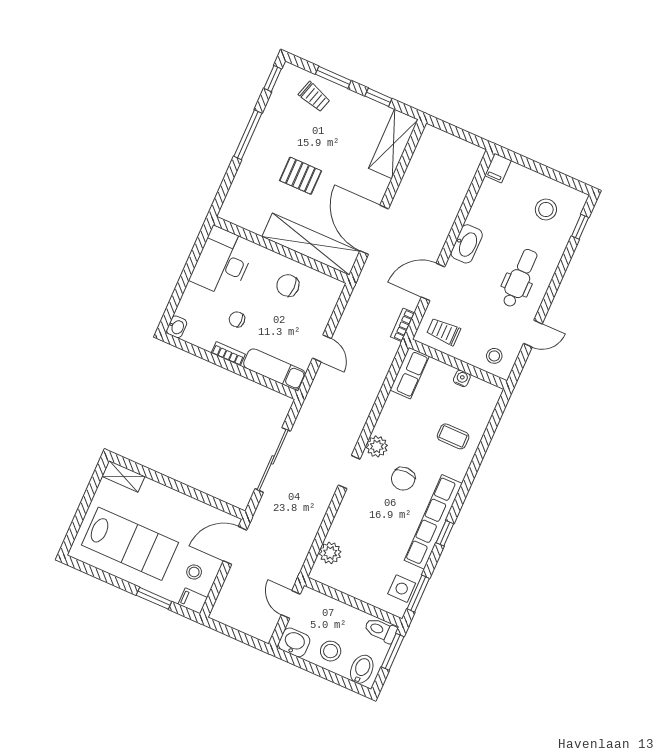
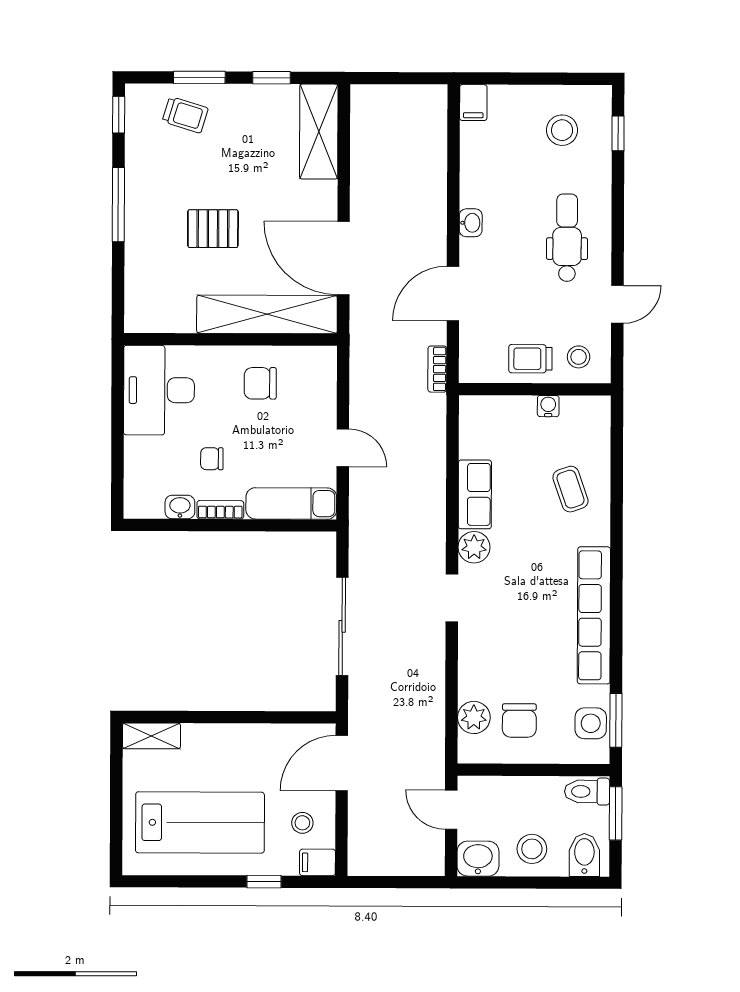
washbasin: (467, 244) -> (471, 223), width x0.52, depth x0.69
washbasin: (177, 327) -> (180, 507), moved, turned -90
trolley: (444, 332) -> (530, 359), moved
row of seats: (410, 373) -> (475, 494), moved
coffee table: (453, 436) -> (570, 489), turned 71
chair: (403, 479) -> (519, 720), moved
window: (445, 533) -> (616, 624), removed
window: (154, 598) -> (264, 882), width x0.67

